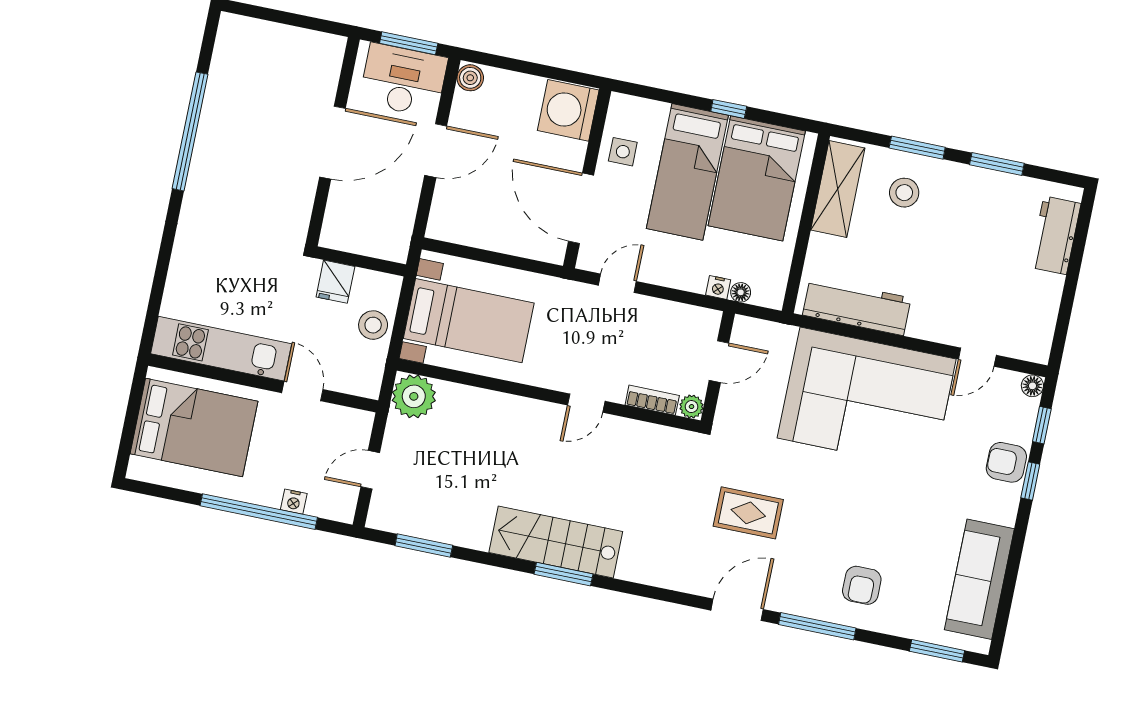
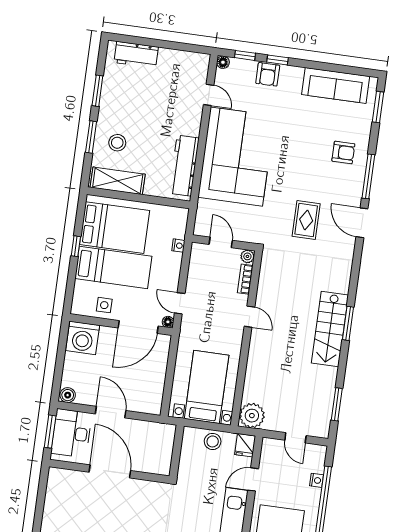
fridge: (335, 282) -> (245, 445), moved, turned 90
floor lamp: (741, 292) -> (168, 322), moved

